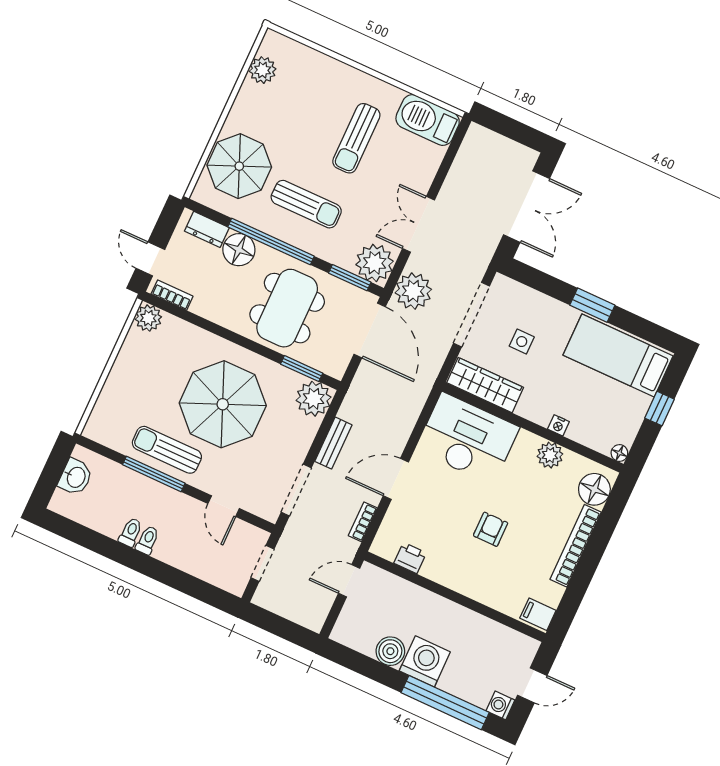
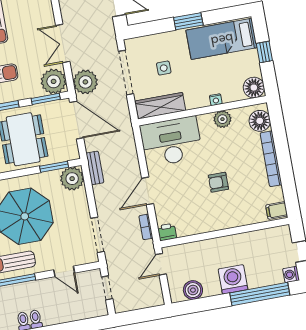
bench: (333, 443) -> (95, 168), moved
floor lamp: (619, 453) -> (254, 88), width x1.89, depth x1.89
armchair: (491, 529) -> (218, 182), turned -90
printer: (410, 558) -> (167, 232), moved
boiler: (390, 651) -> (193, 290), moved

